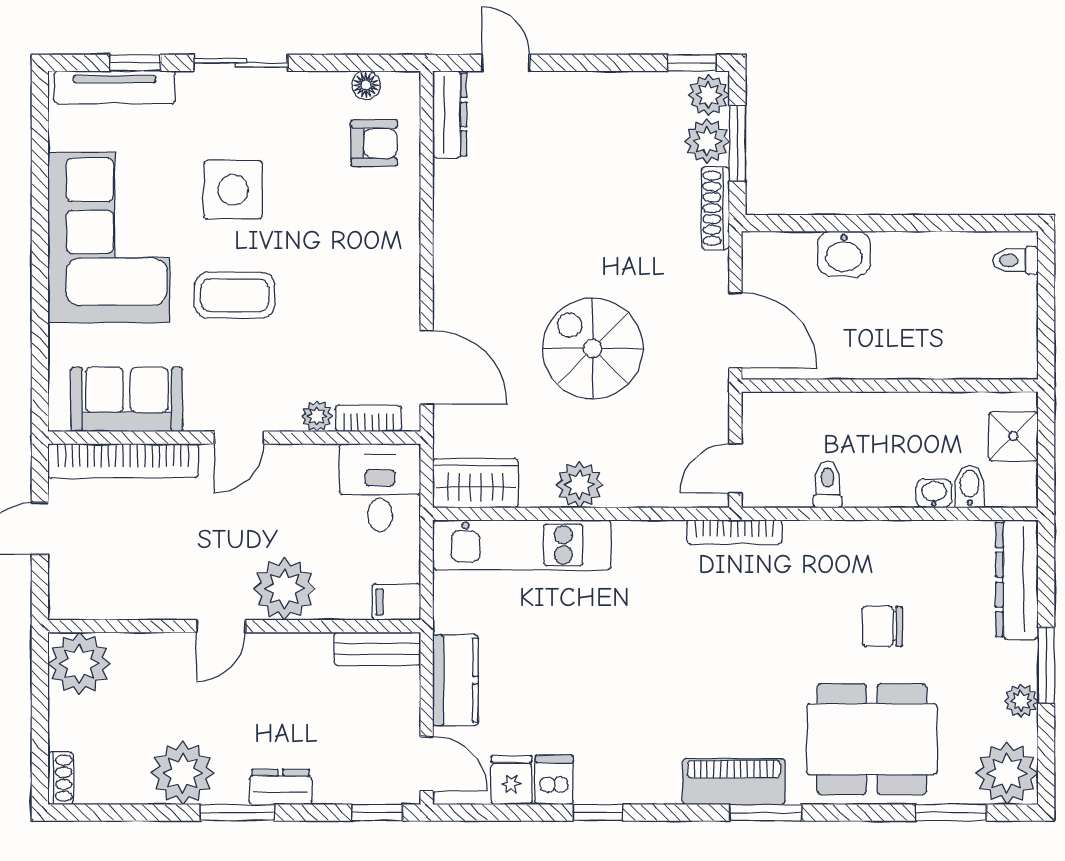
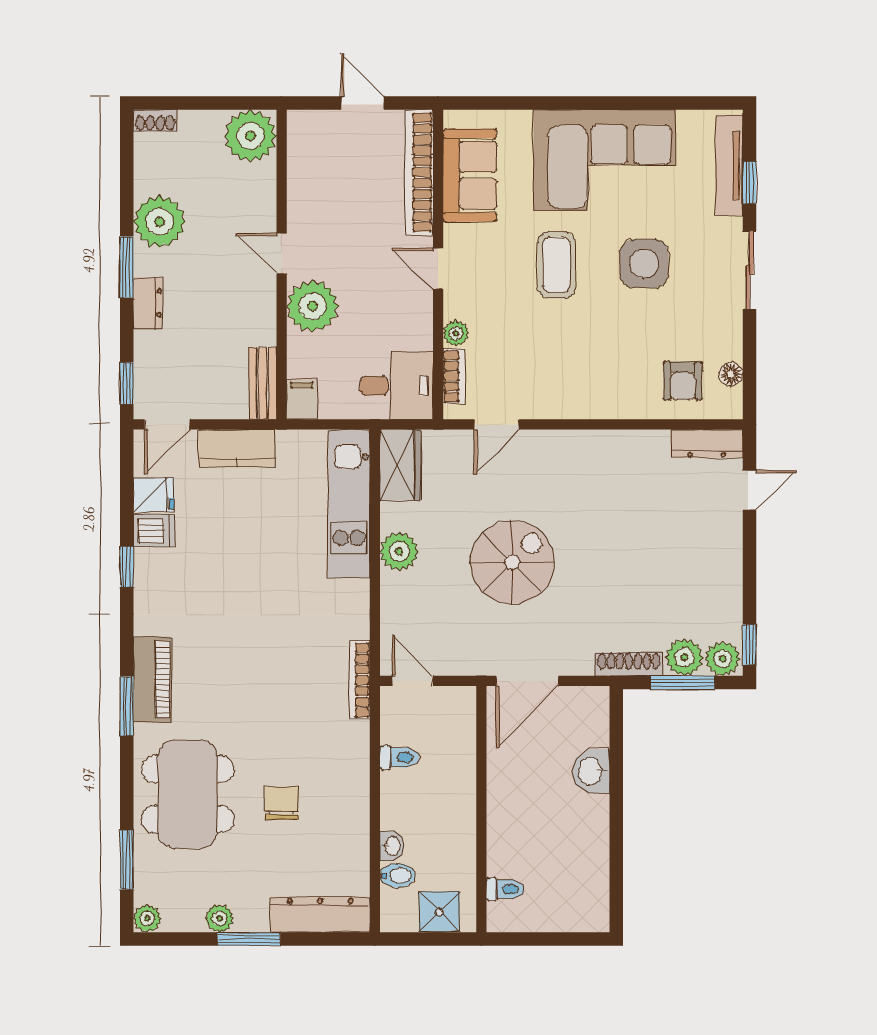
toilet: (1015, 260) -> (505, 889), moved, turned 90
door: (427, 367) -> (497, 424), width x0.73
plant: (1007, 773) -> (147, 919), width x0.53, depth x0.53

